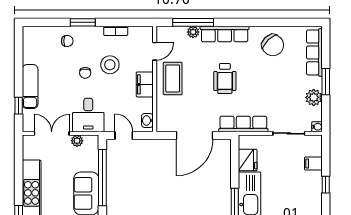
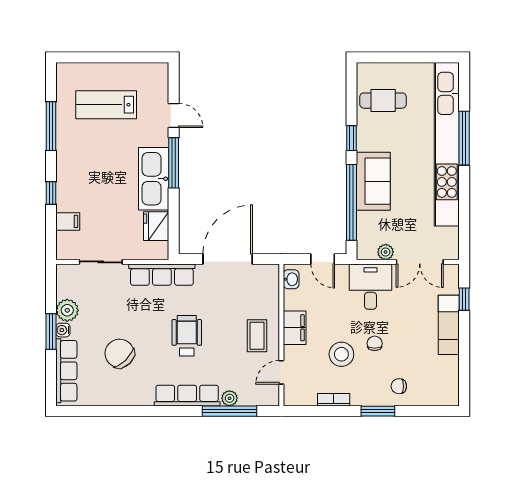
chair: (273, 45) -> (120, 353), moved
coffee table: (173, 78) -> (257, 336), width x0.73, depth x0.77
water cooler: (317, 127) -> (63, 330), moved

